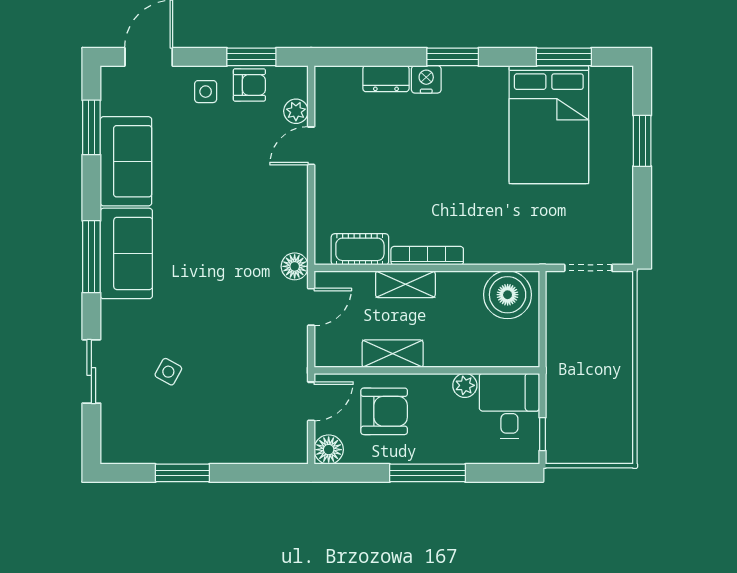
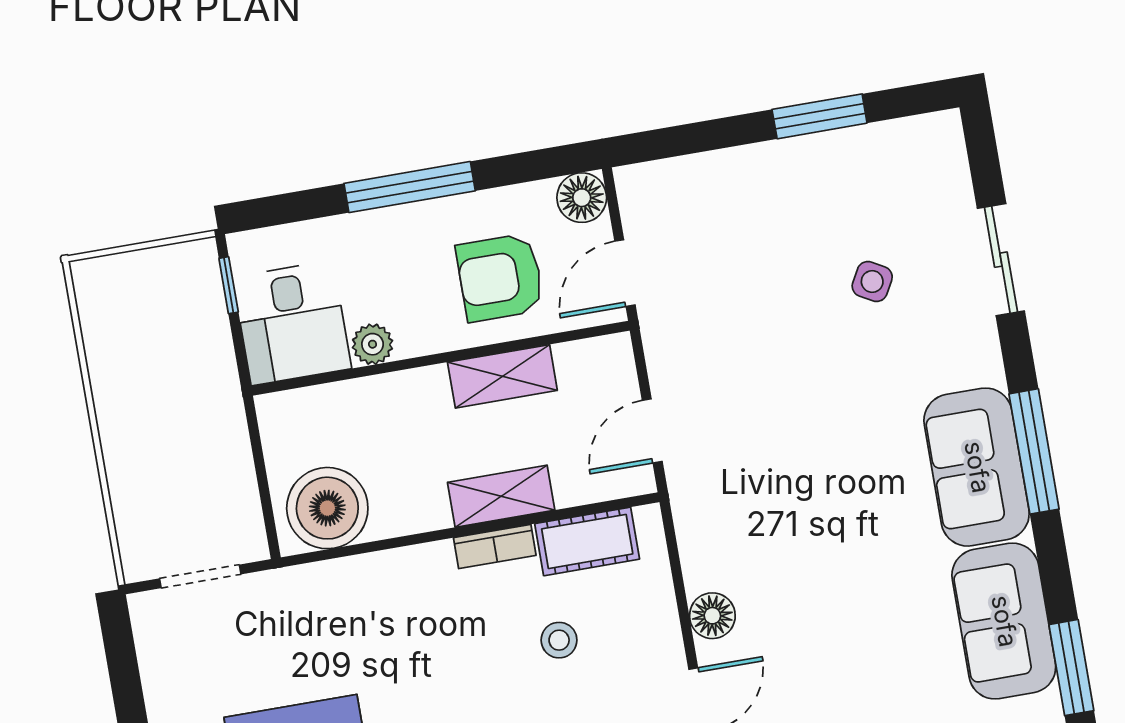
stool: (386, 195) -> (559, 640), added
bookcase: (427, 256) -> (495, 546), width x0.64
floor lamp: (295, 266) -> (712, 616), moved

